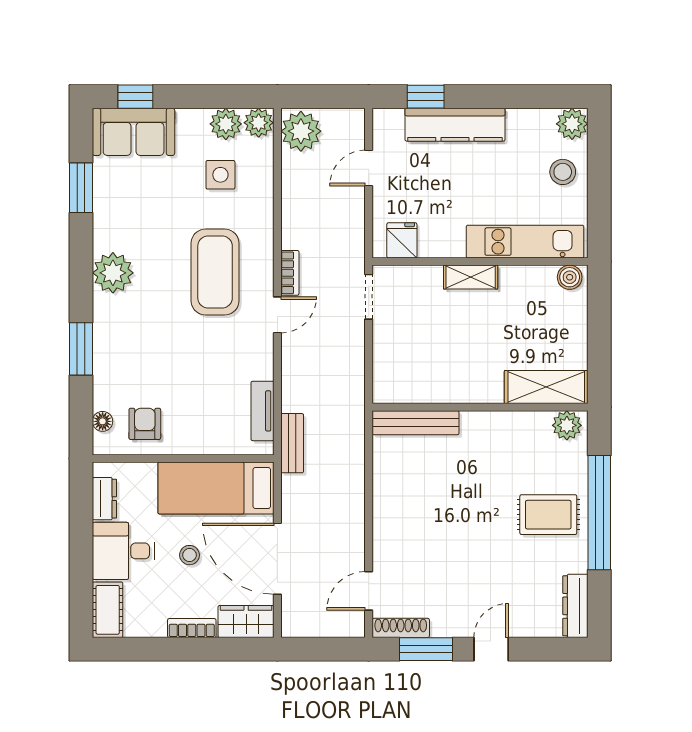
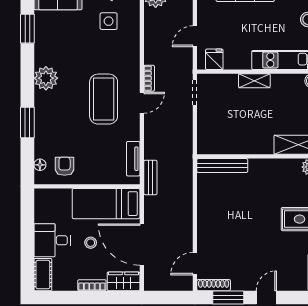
door: (369, 168) -> (195, 36), moved
coffee table: (215, 272) -> (104, 99), moved
dresser: (104, 499) -> (41, 210), removed

